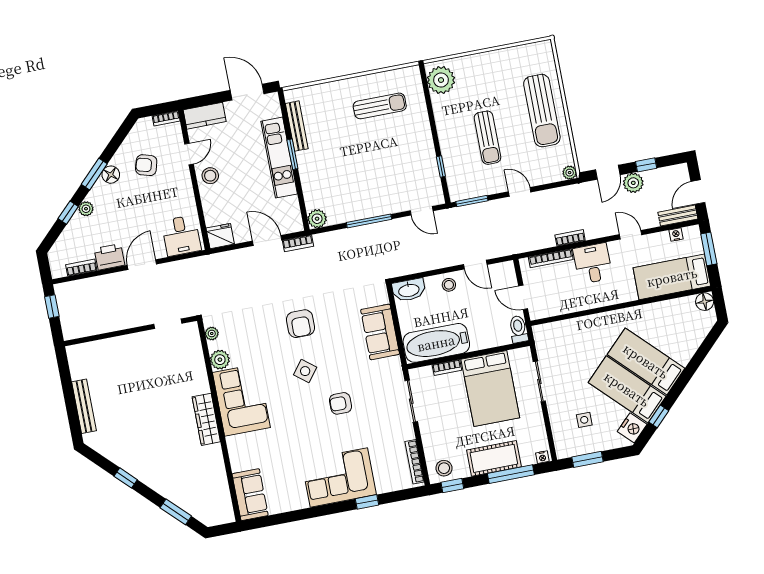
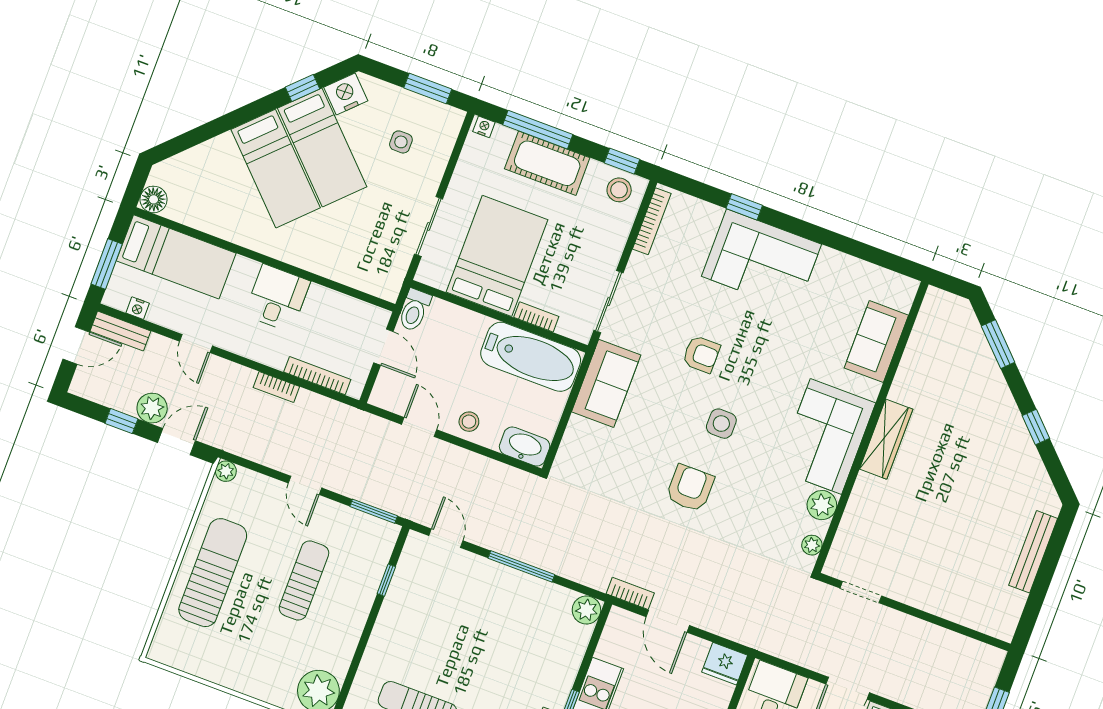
desk: (593, 263) -> (277, 298), moved, turned 180
sofa: (380, 332) -> (606, 383), moved
side table: (305, 371) -> (721, 424), turned -38
sofa: (250, 495) -> (876, 342), moved

